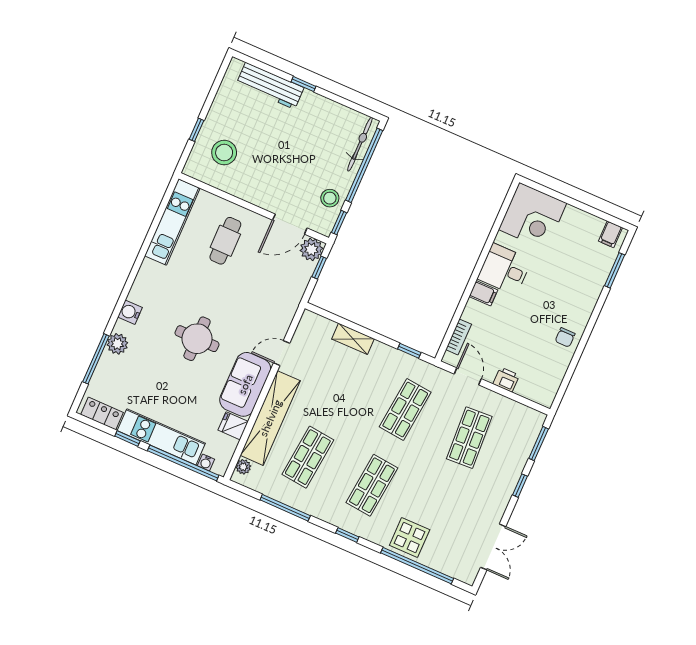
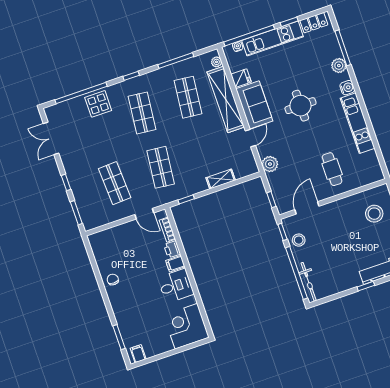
kitchen unit: (172, 222) -> (358, 123), moved
plant: (311, 249) -> (270, 164), moved
printer: (506, 380) -> (172, 249), moved, turned 90

